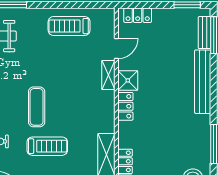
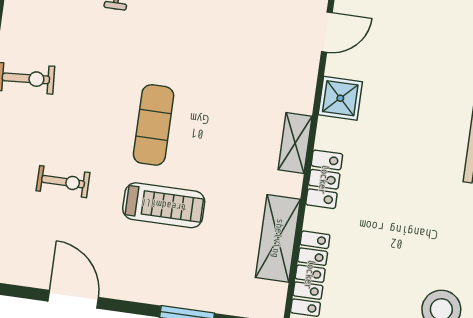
shelving: (108, 75) -> (295, 143), moved
locker: (125, 106) -> (324, 179), moved

